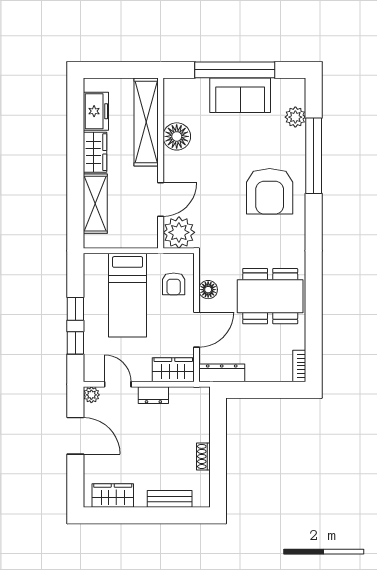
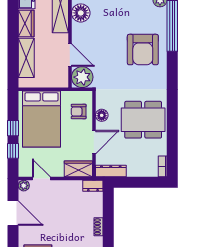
door: (161, 200) -> (70, 55), hinge flipped
armchair: (174, 284) -> (79, 111), turned 90
bed: (128, 295) -> (42, 119), width x1.50
dresser: (153, 395) -> (93, 186), moved

